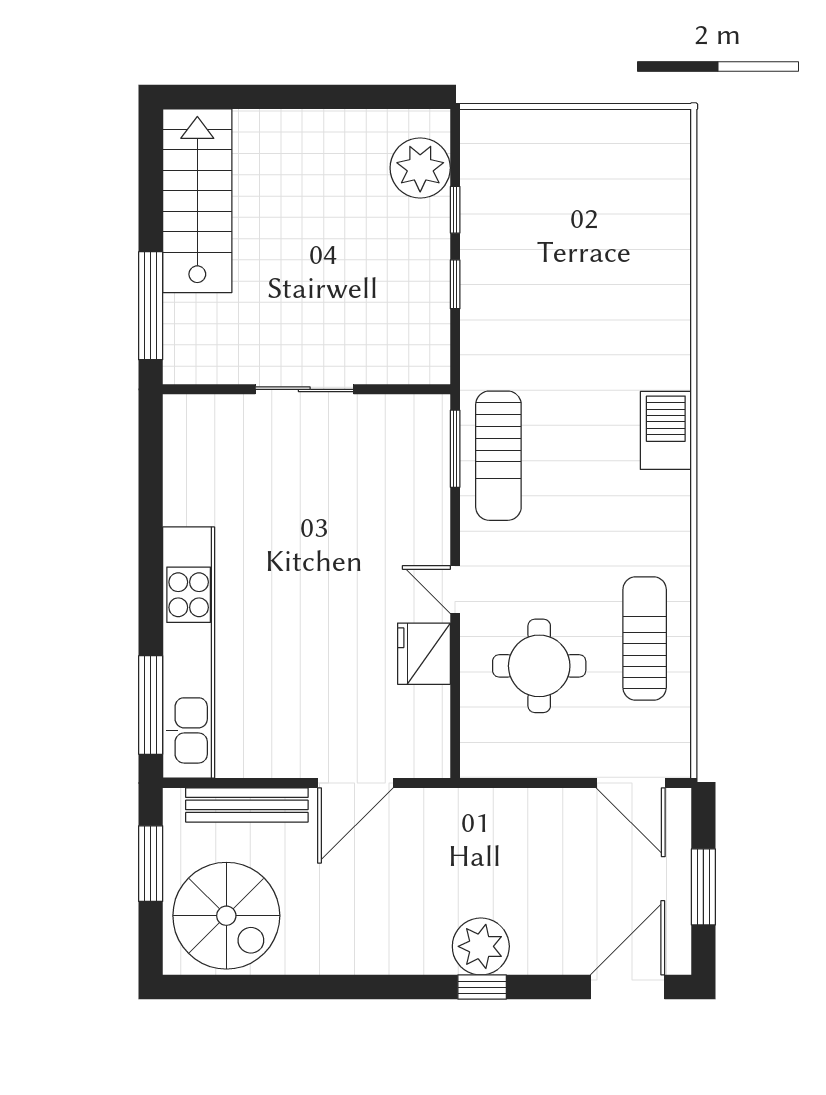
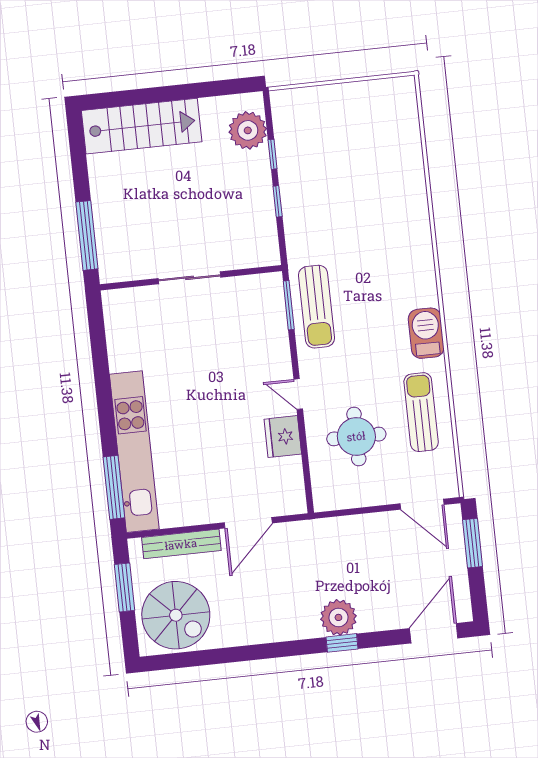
stairs: (197, 201) -> (142, 126), moved, turned 90
barbecue: (666, 430) -> (426, 333), moved
window: (703, 887) -> (473, 543), moved

